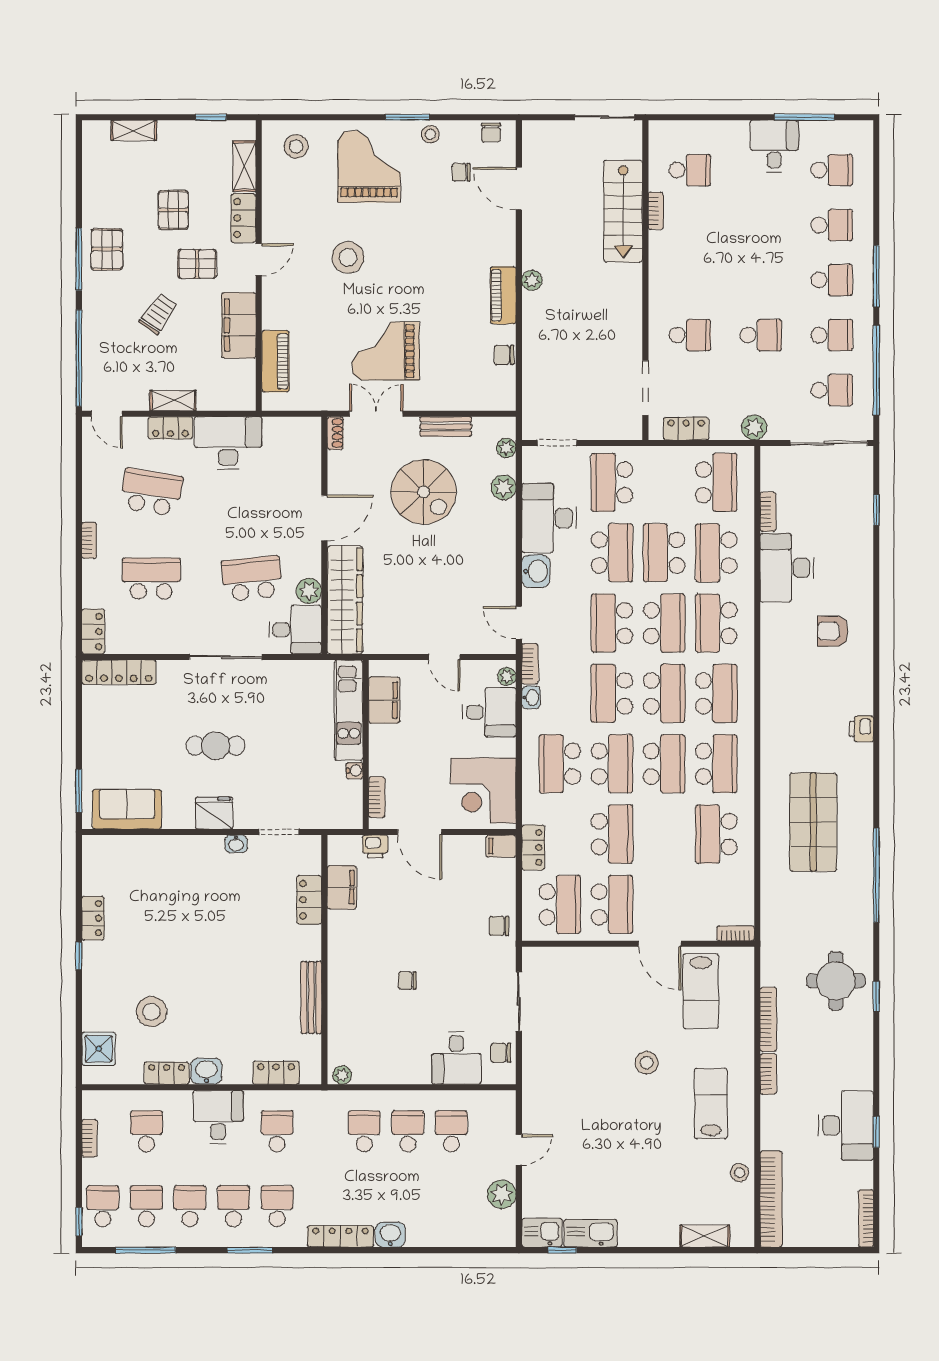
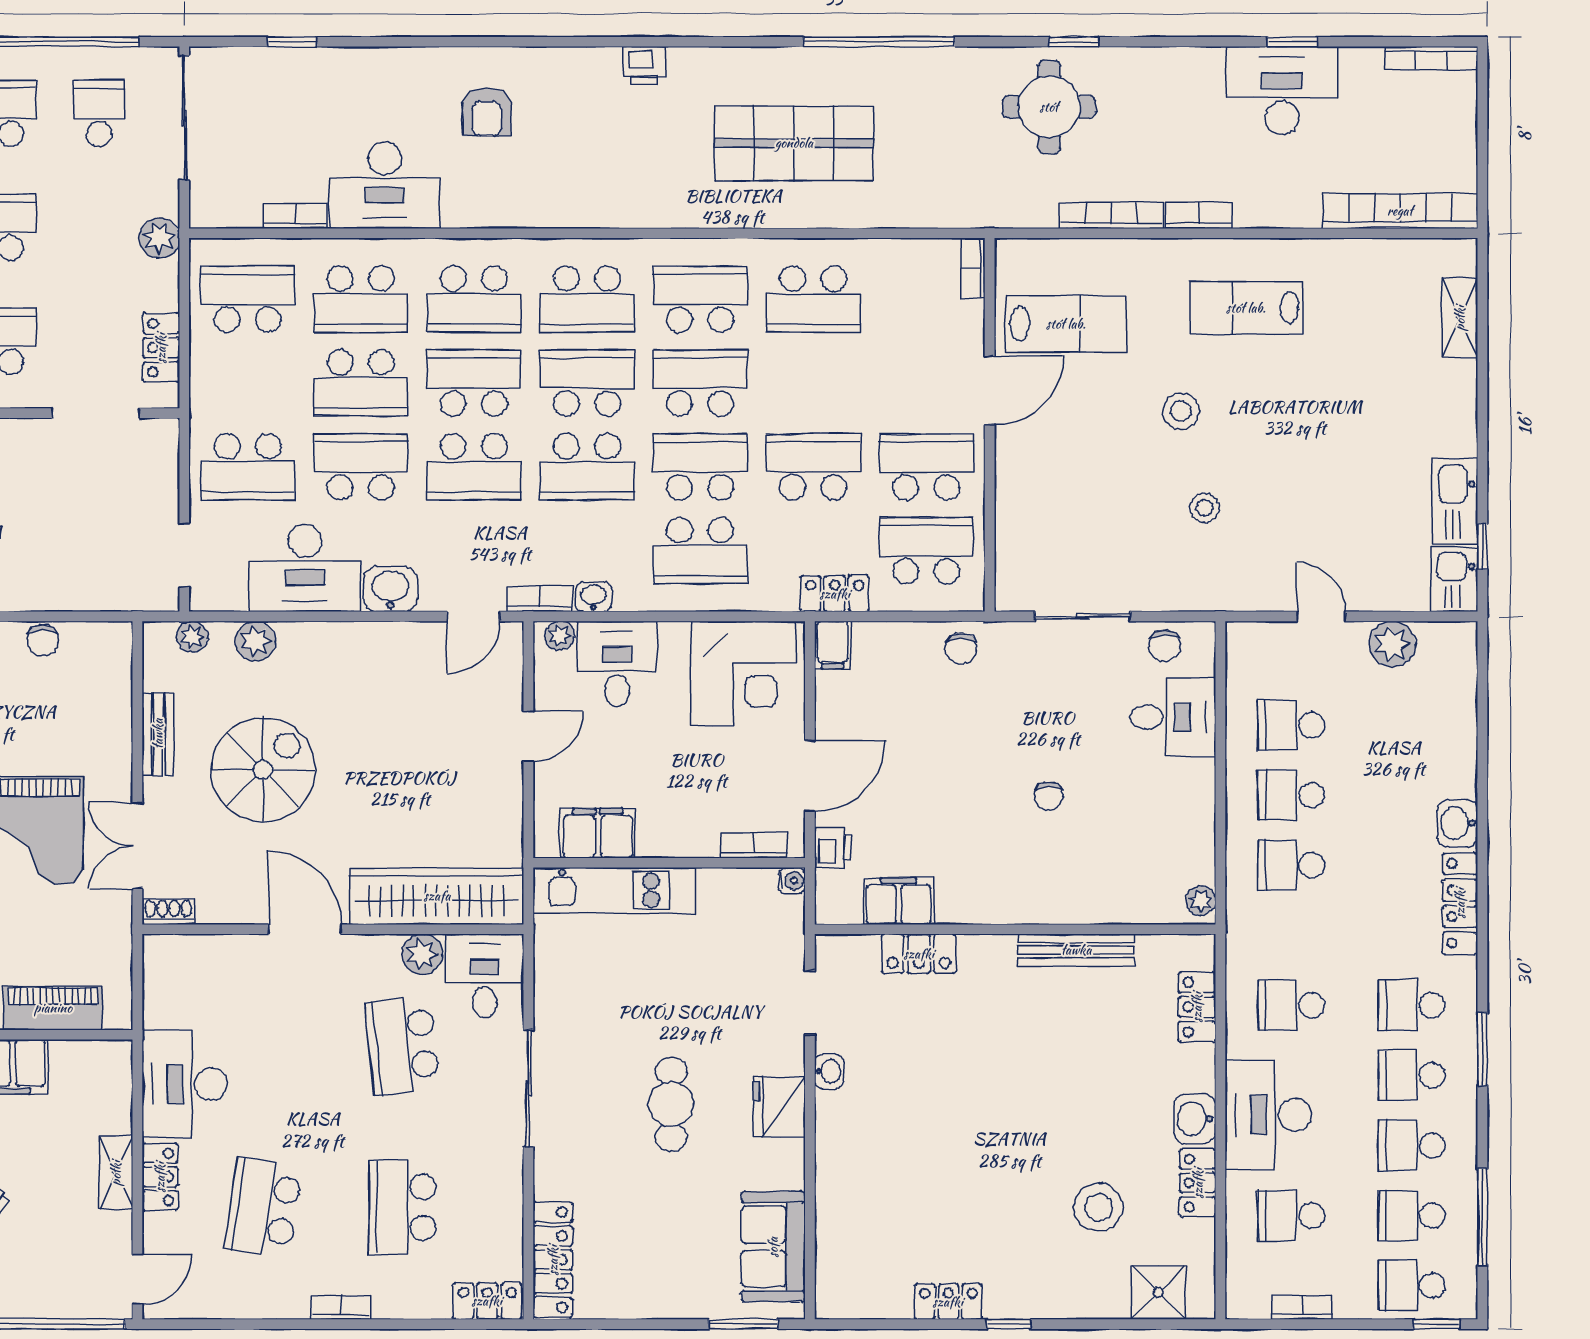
school desk: (716, 693) -> (587, 299), turned 180
water cooler: (355, 771) -> (792, 881), moved, turned 90
desk: (218, 1117) -> (1268, 1115), width x1.37
stool: (739, 1173) -> (1204, 508), moved

